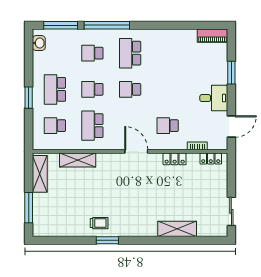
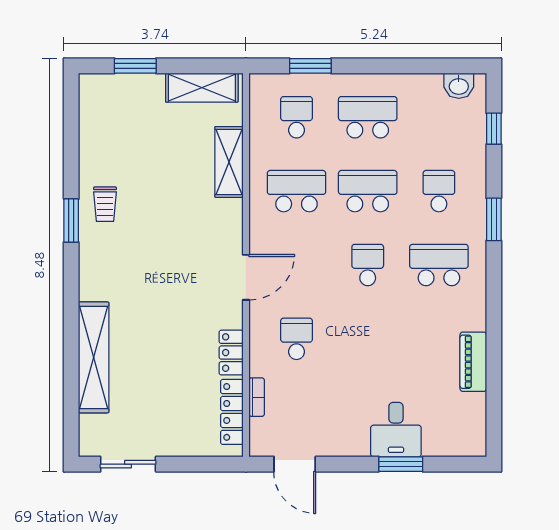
window: (61, 25) -> (494, 129), width x0.46
window: (107, 25) -> (494, 219), width x0.47
piano: (213, 36) -> (473, 362), moved
school desk: (92, 89) -> (368, 191), width x1.85
window: (29, 98) -> (310, 66), moved
desk: (214, 98) -> (396, 430), moved
locker: (211, 159) -> (232, 412), width x1.53
window: (29, 208) -> (135, 66), width x0.69
shelving: (177, 229) -> (94, 357), width x1.47

